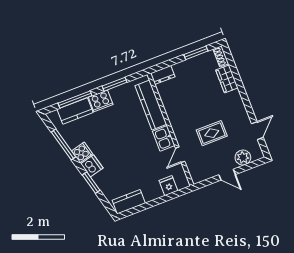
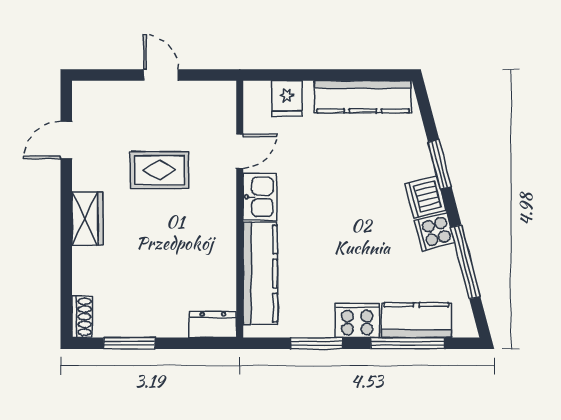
wardrobe: (227, 79) -> (87, 219), moved
plant: (243, 158) -> (116, 97), removed
kitchen counter: (129, 202) -> (363, 97), width x1.50

